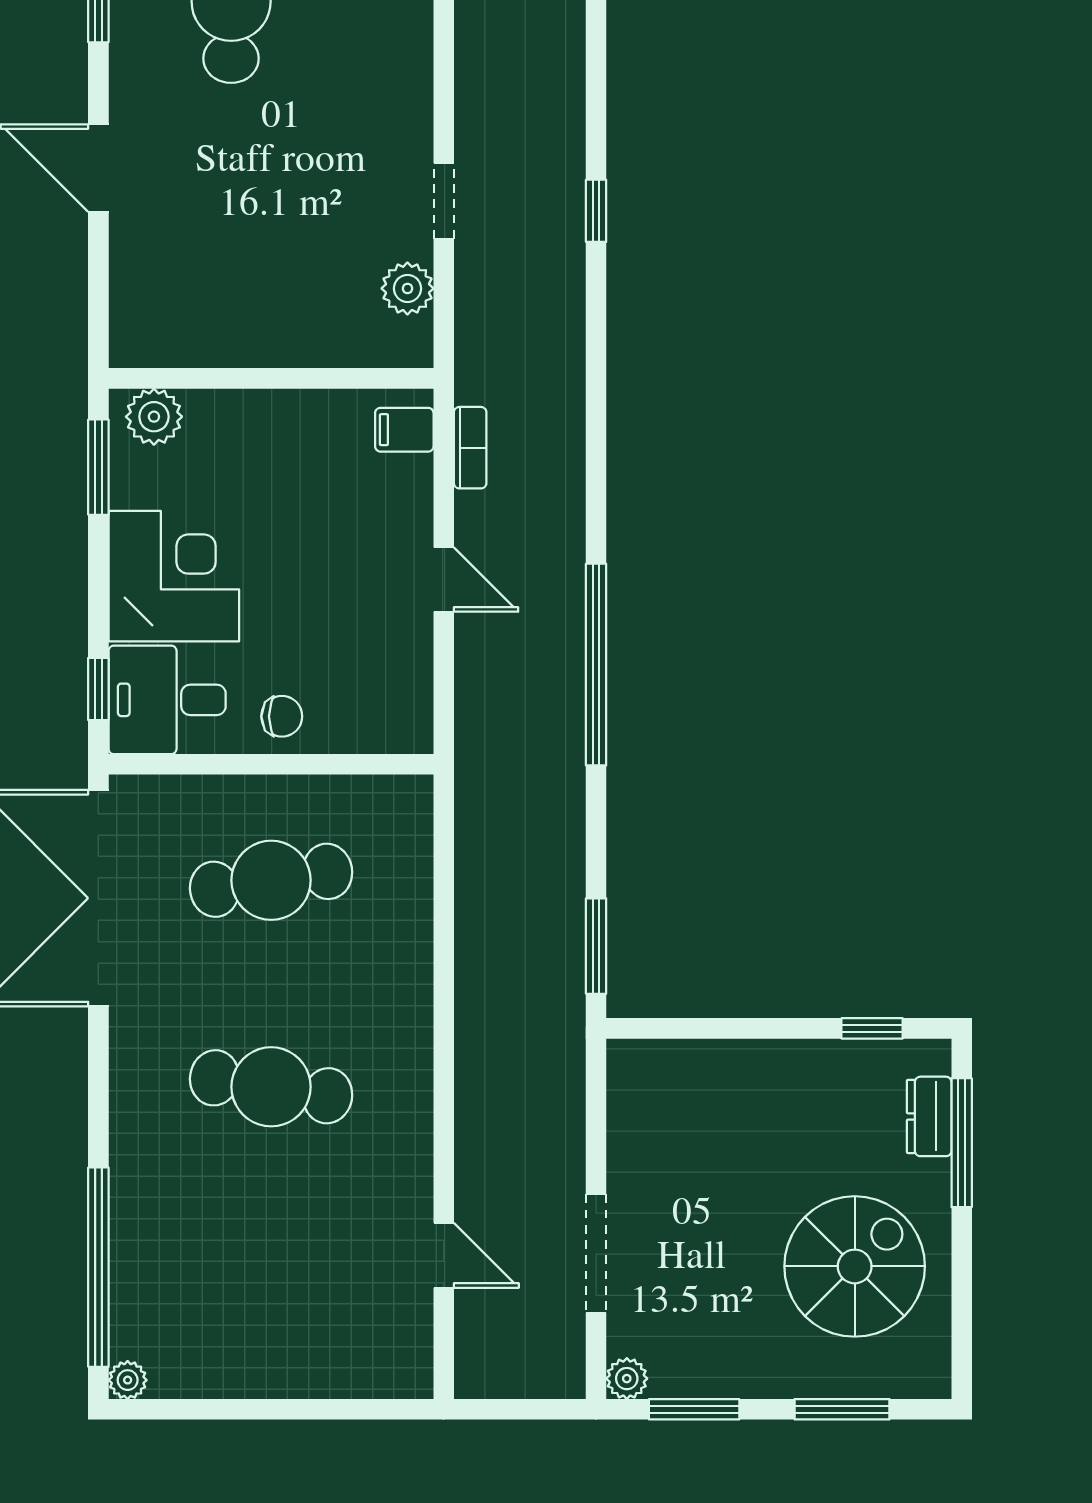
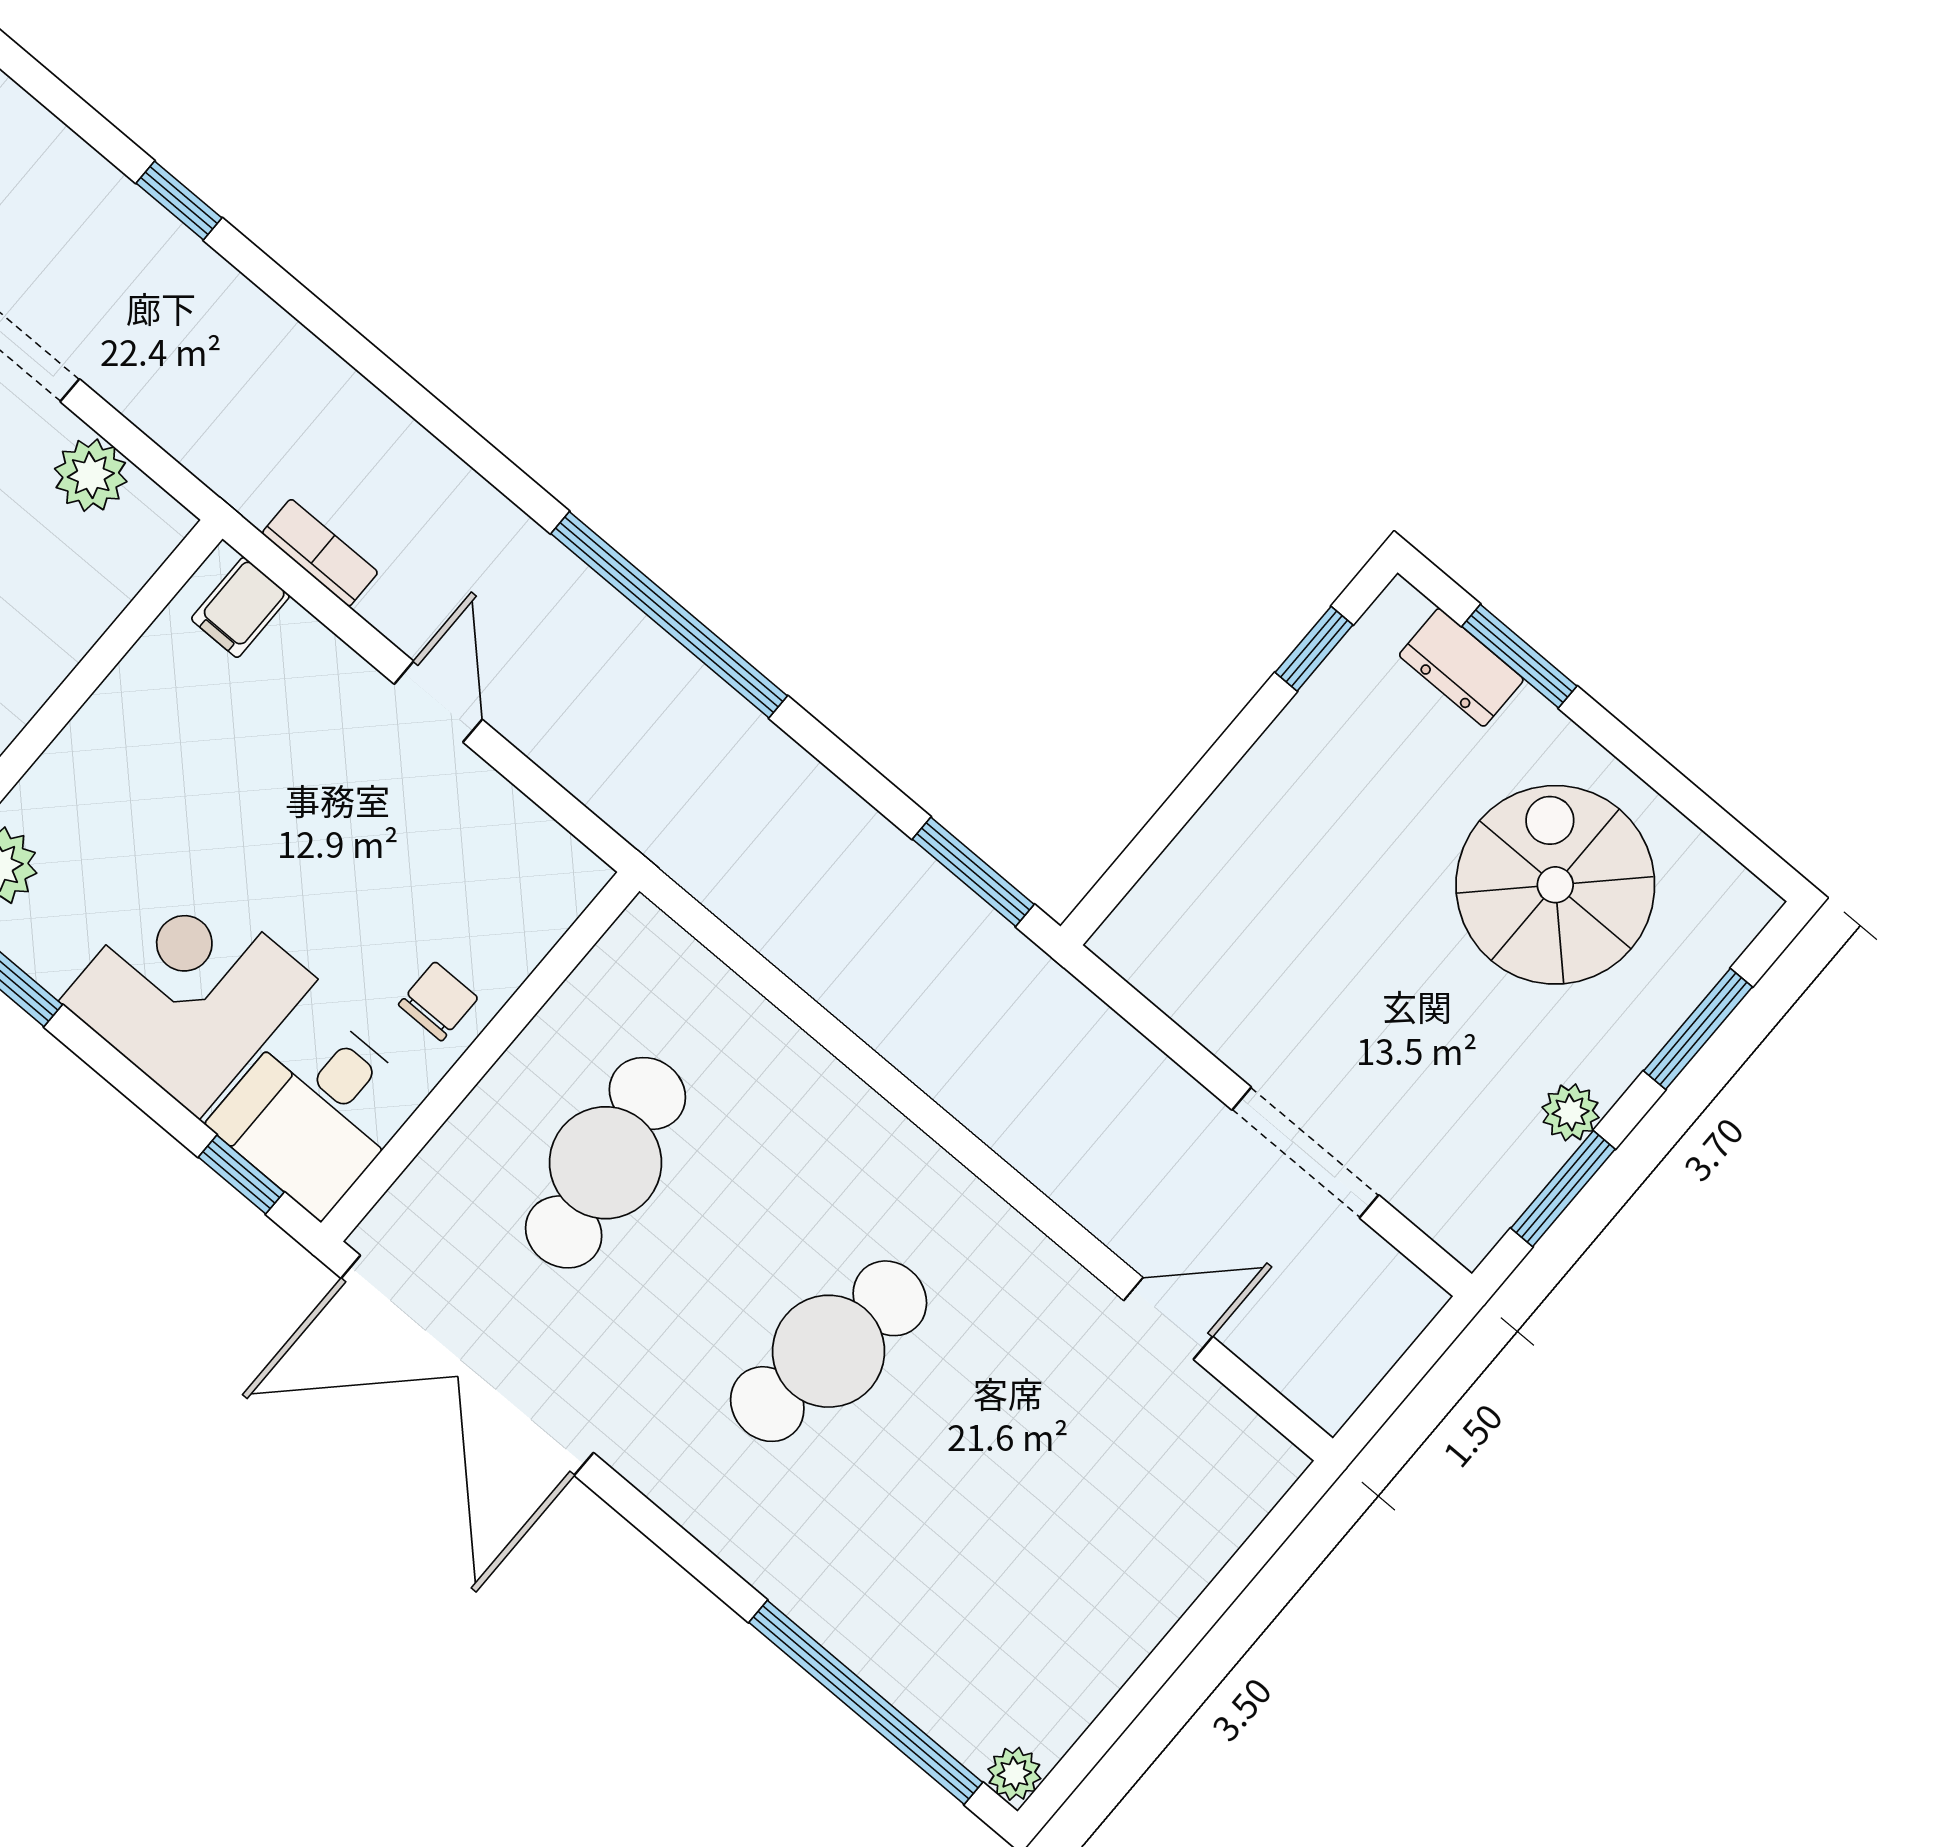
door: (444, 580) -> (438, 702), hinge flipped
window: (962, 1143) -> (1519, 656), width x0.69
plant: (627, 1379) -> (1571, 1112), moved

